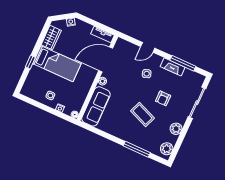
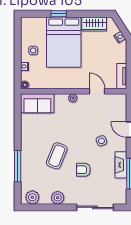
door: (106, 59) -> (97, 91), width x0.53
bed: (57, 64) -> (64, 42), width x1.50
sofa: (96, 106) -> (37, 103), width x0.73

